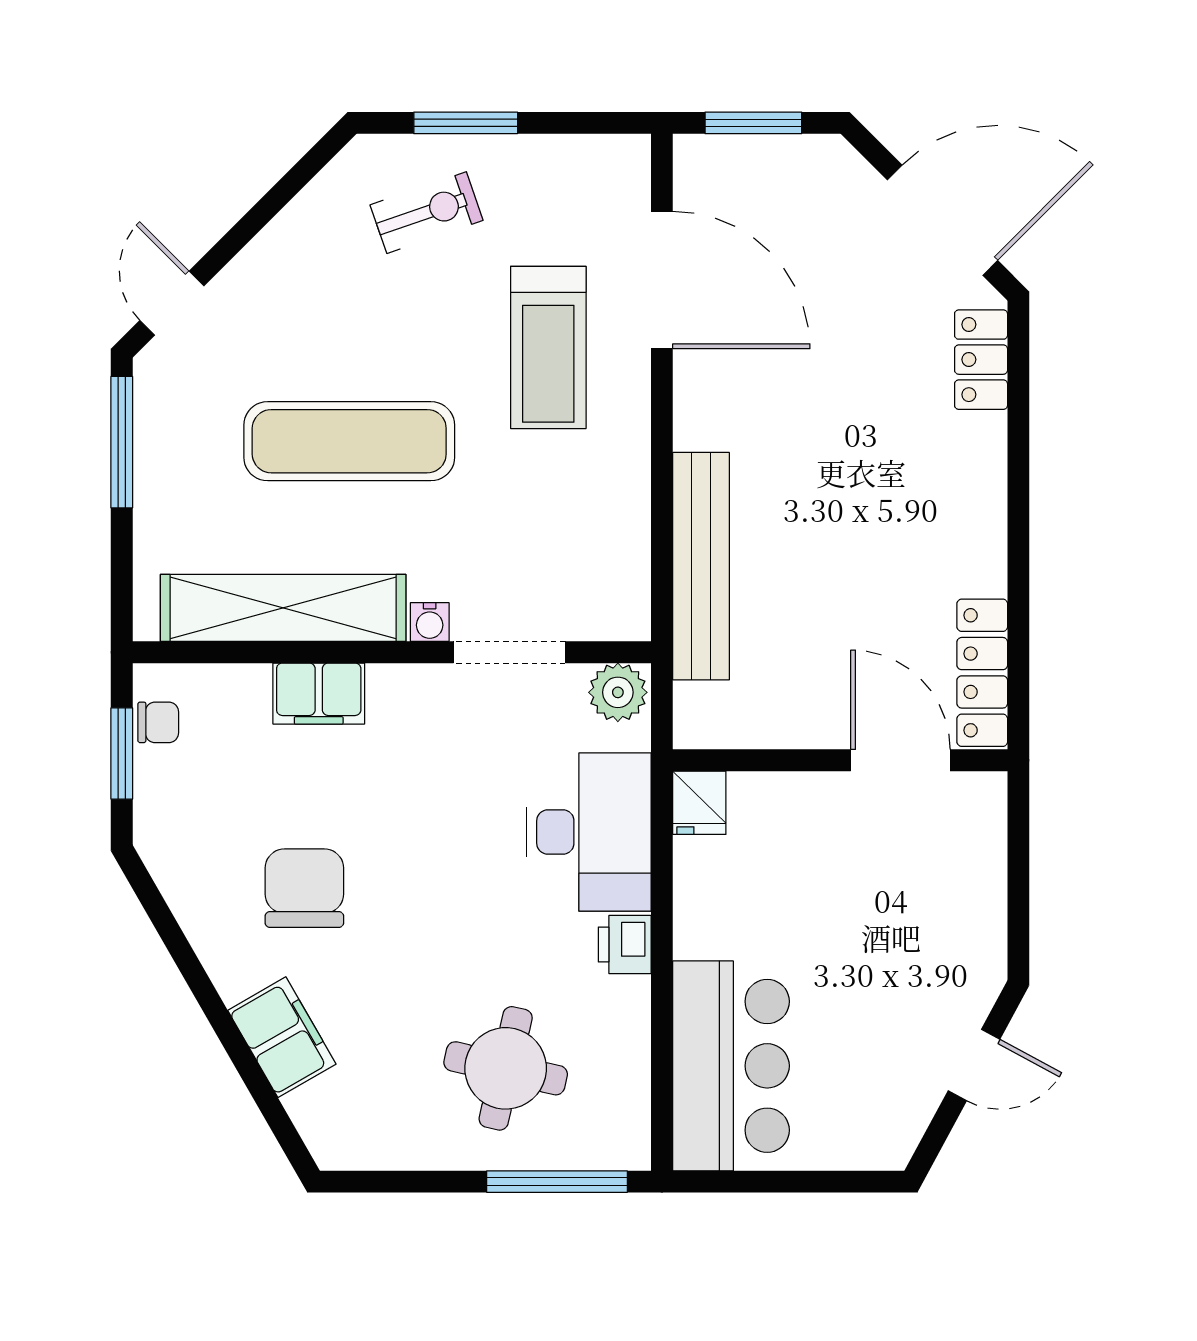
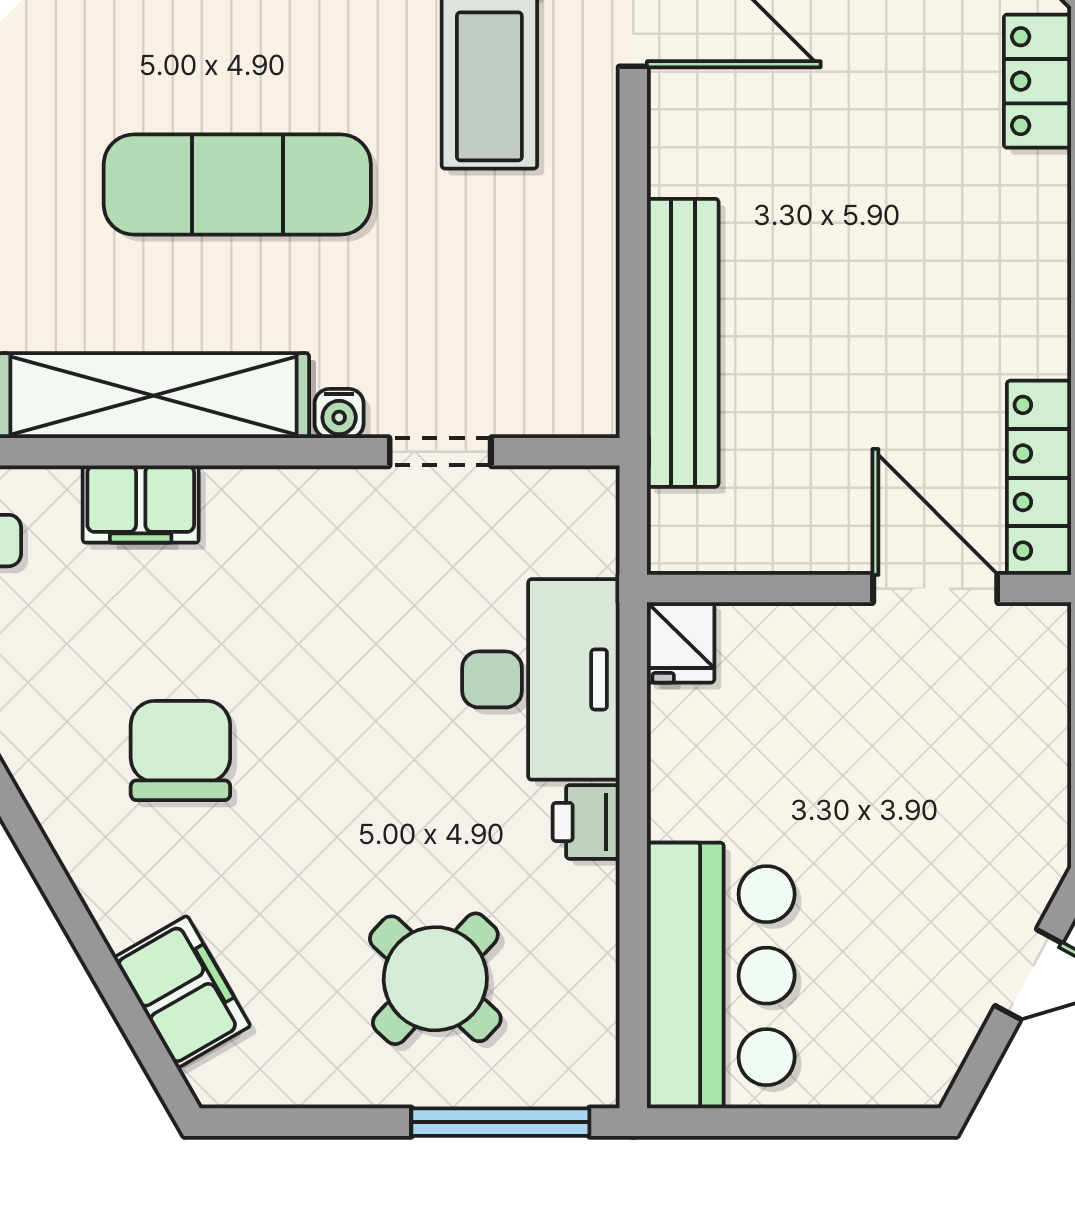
doorway: (509, 652) -> (440, 452), width x0.73
plant: (618, 692) -> (577, 503), removed
filing cabinet: (319, 694) -> (141, 504), moved
filing cabinet: (282, 1037) -> (182, 992), moved
round table: (506, 1068) -> (435, 979), turned 30

